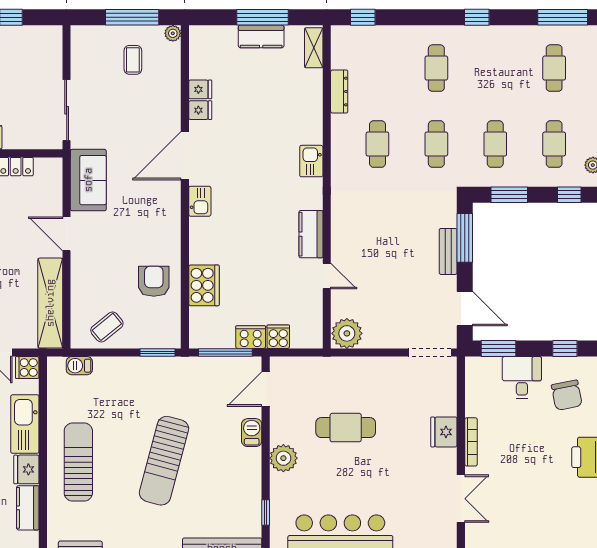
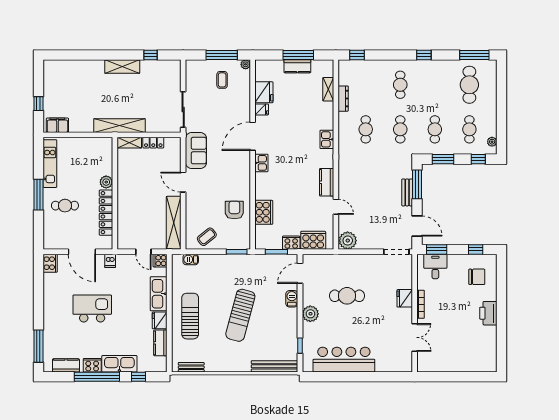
shelving: (314, 48) -> (328, 89), moved
cafe table: (554, 68) -> (469, 85), width x1.37, depth x1.35
fridge: (200, 89) -> (264, 92), width x1.88, depth x1.34
cooker: (278, 337) -> (313, 240), width x1.87, depth x1.31
window: (225, 352) -> (276, 252), width x0.69
desk: (522, 377) -> (435, 266), moved
chair: (567, 395) -> (477, 277), turned -79

